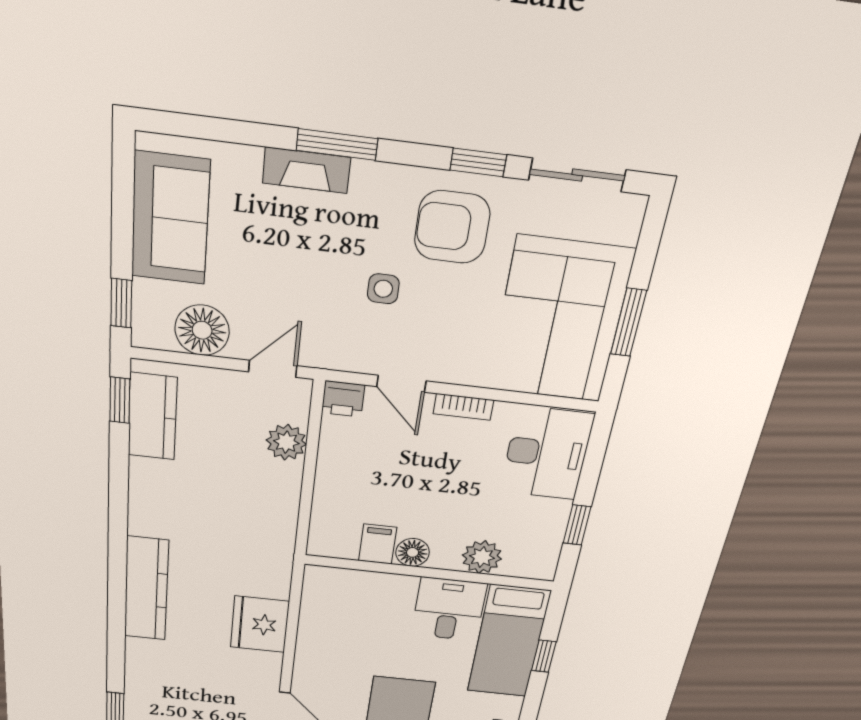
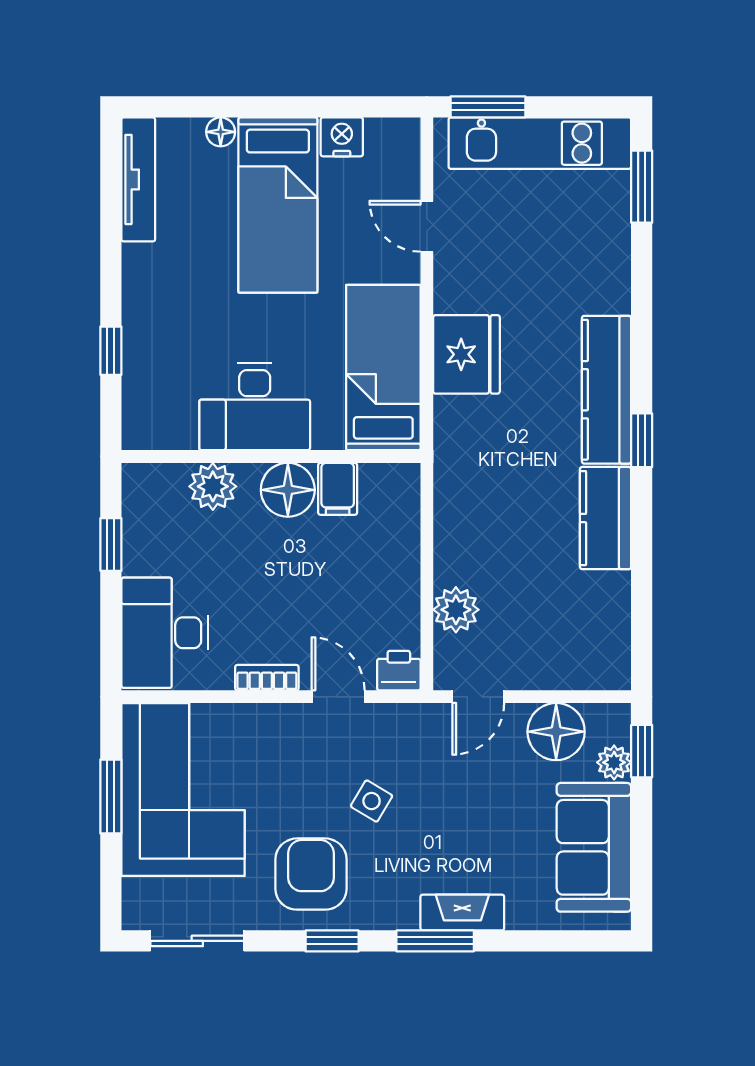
window: (478, 162) -> (332, 941), moved
armchair: (452, 227) -> (311, 874), turned -90
side table: (383, 289) -> (372, 801), turned 31
plant: (148, 296) -> (614, 762), added
window: (120, 400) -> (642, 440), moved
kitchen counter: (152, 417) -> (606, 518), moved
floor lamp: (413, 552) -> (288, 490), width x1.38, depth x1.38
desk: (449, 609) -> (255, 407), width x1.37
bed: (509, 642) -> (383, 367), moved

